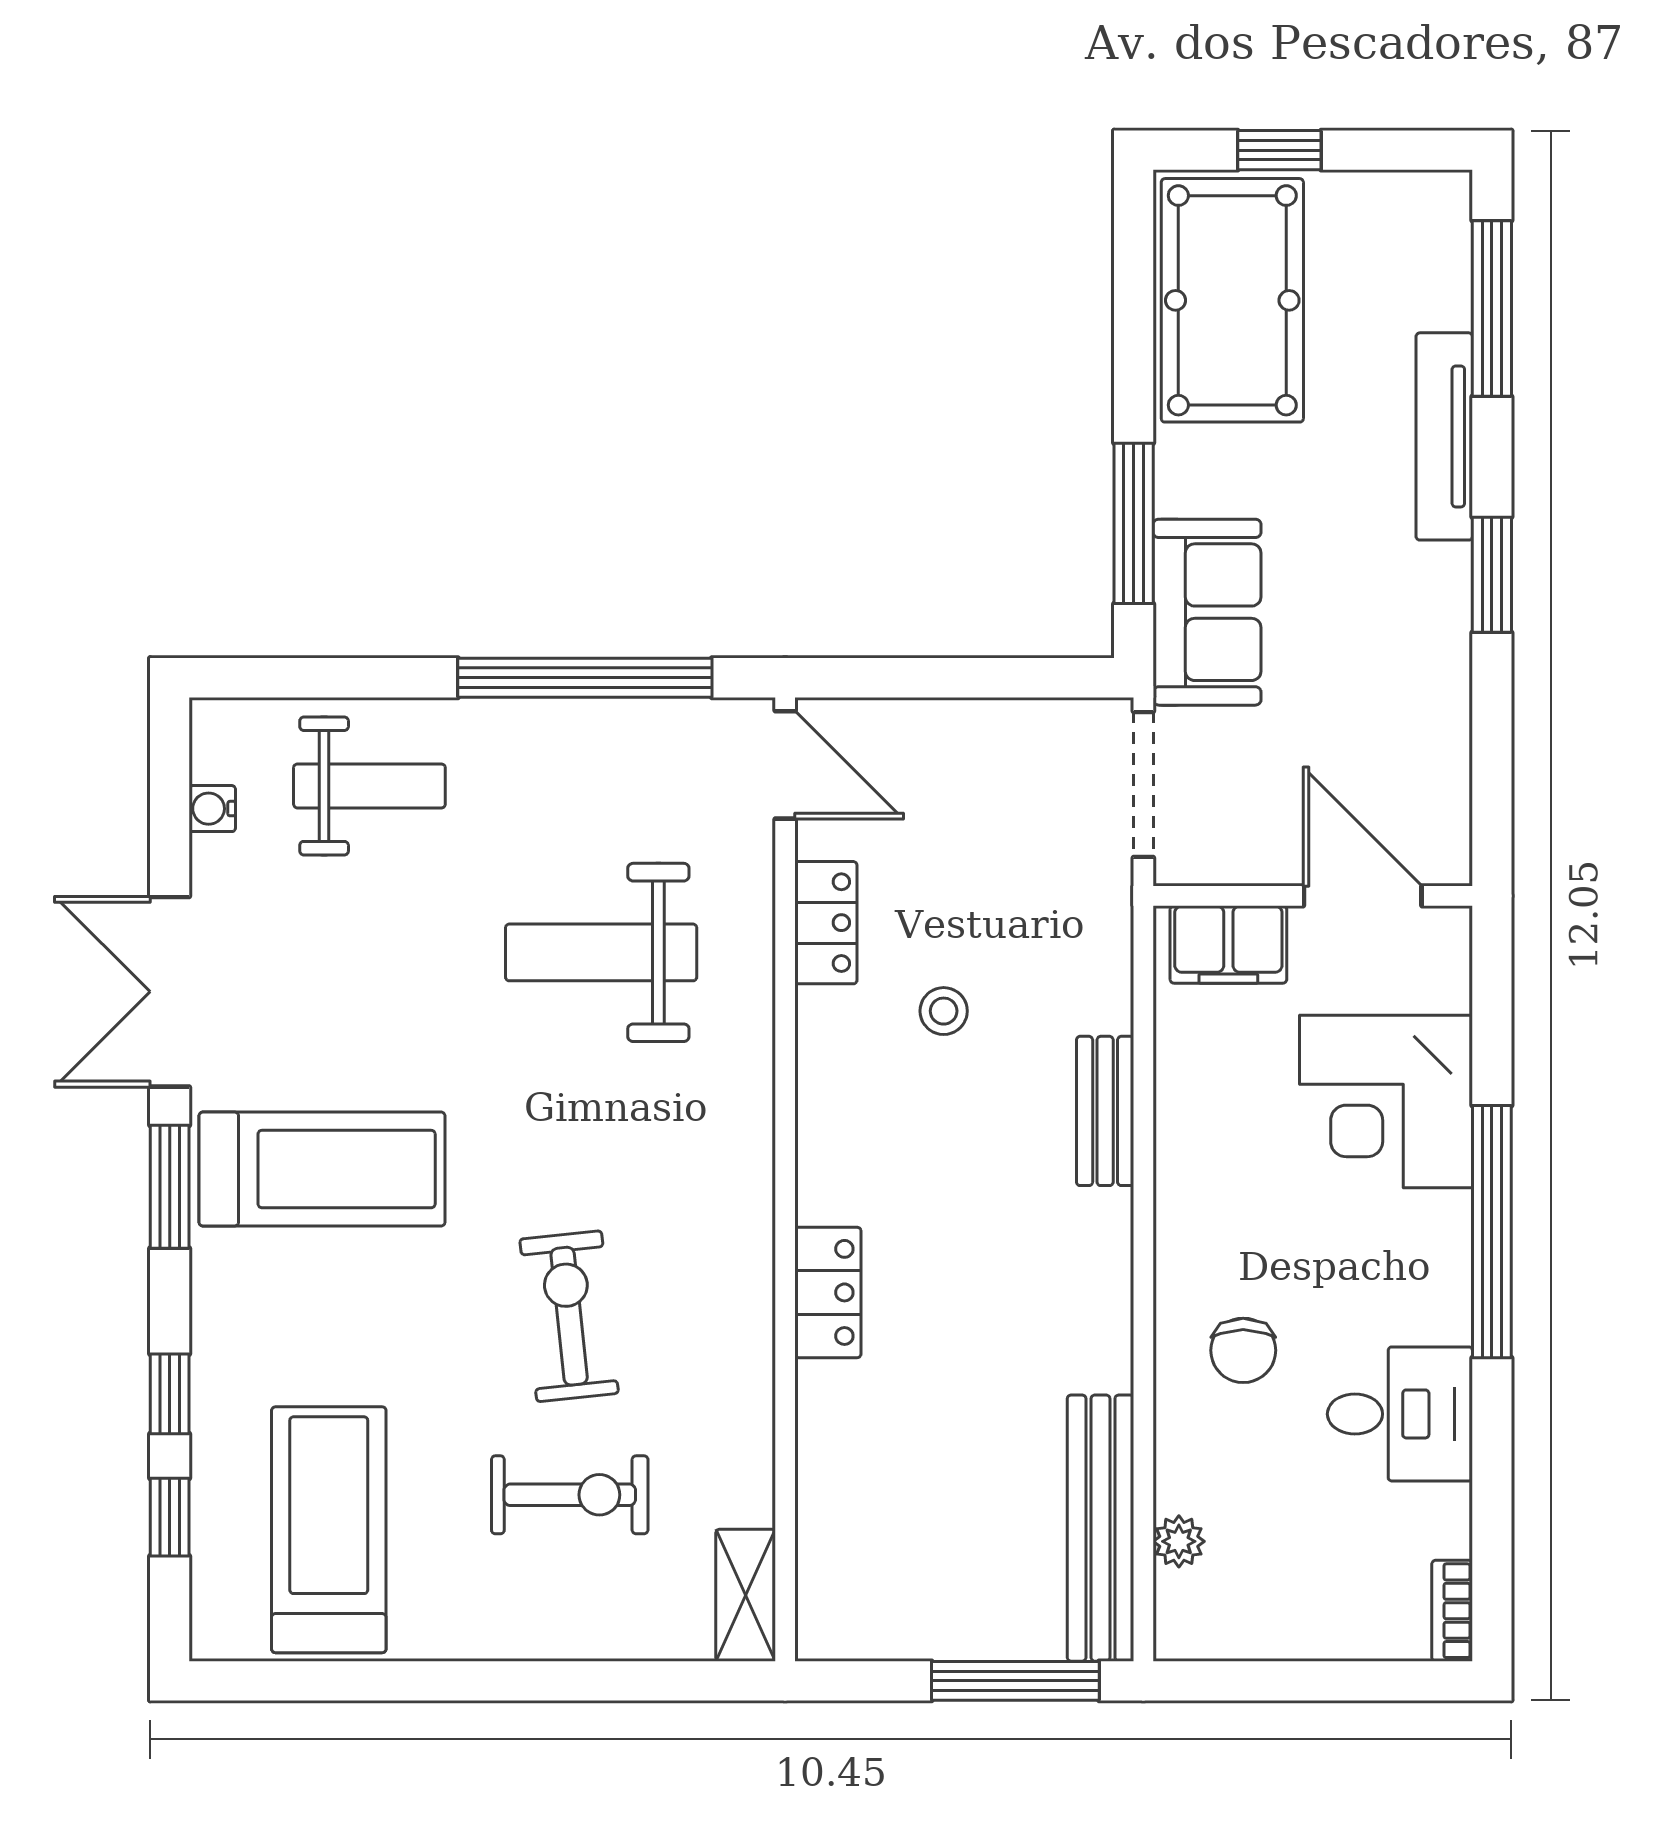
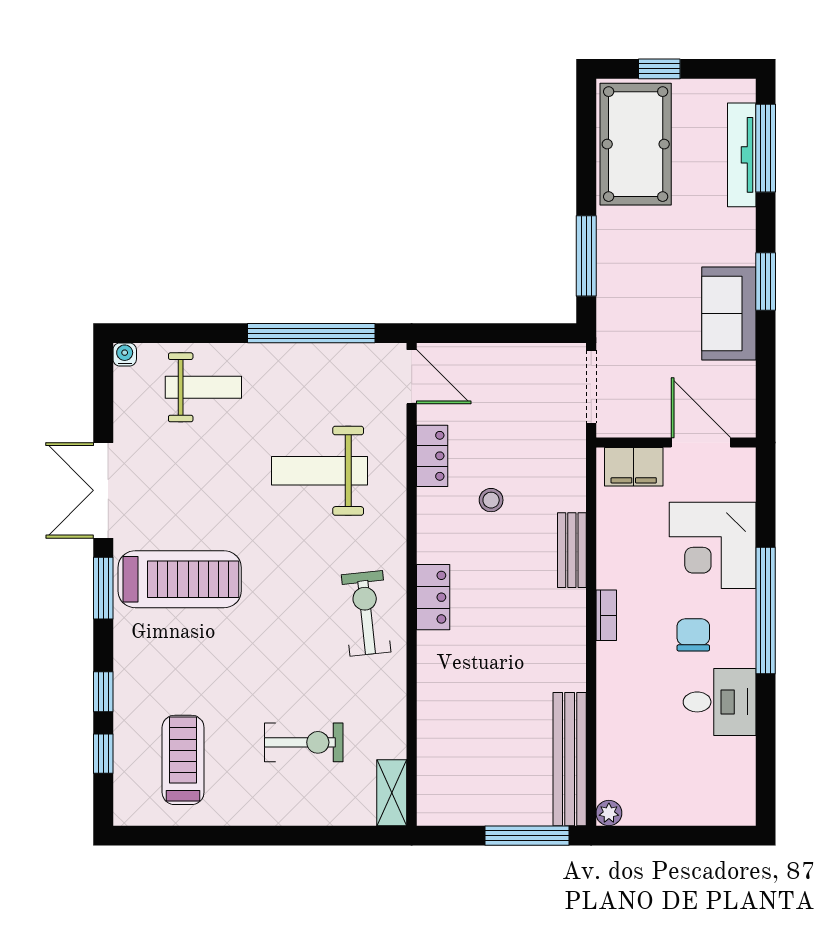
tv unit: (1444, 436) -> (742, 155), moved
sofa: (1207, 612) -> (729, 313), moved, turned 180
water cooler: (212, 809) -> (125, 354), moved, turned 90
locker: (828, 1292) -> (433, 597), moved
exercise bike: (569, 1316) -> (366, 613), moved
chair: (1243, 1350) -> (693, 635), moved, turned 180
treadmill: (329, 1530) -> (183, 760), width x0.73, depth x0.73
plant: (1179, 1541) -> (609, 813), moved
bookcase: (1452, 1611) -> (606, 615), moved, turned 180

